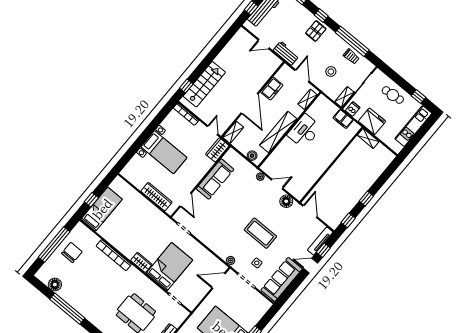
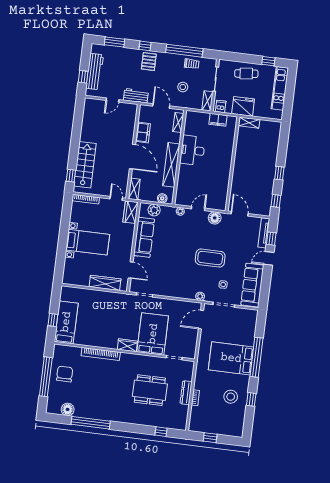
plant: (239, 161) -> (154, 210), added

